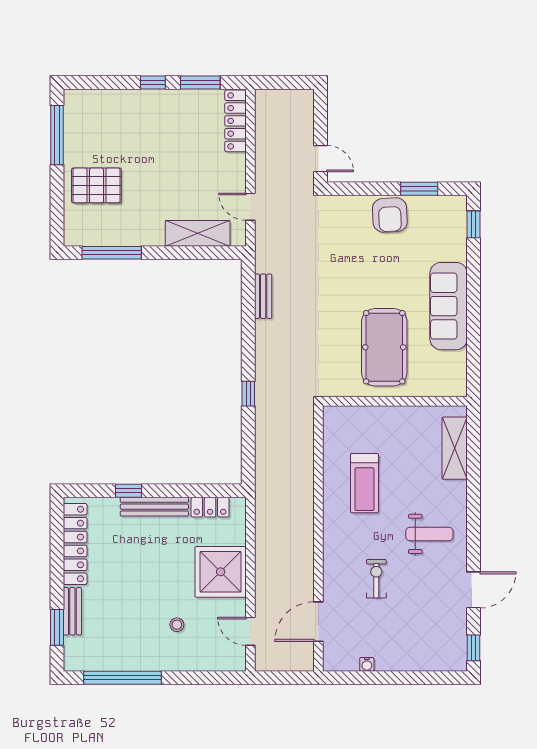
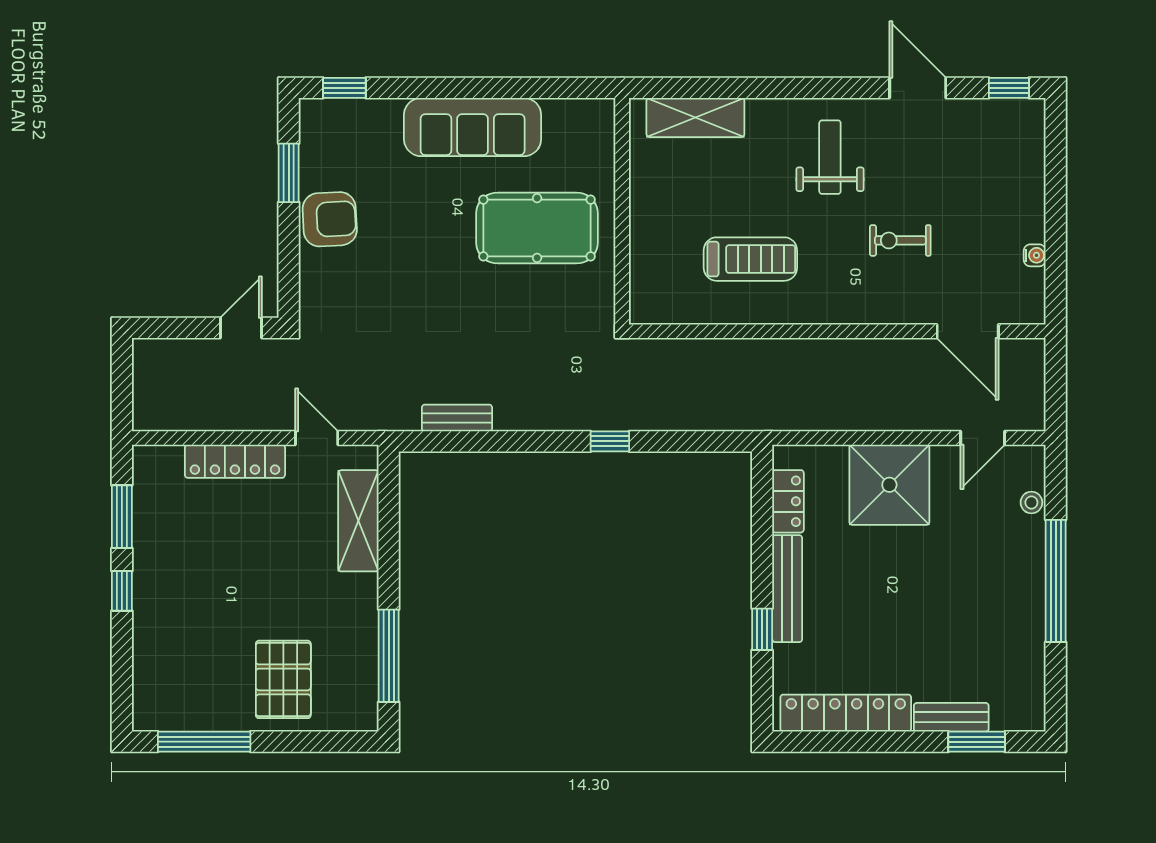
locker: (236, 121) -> (235, 461), moved
door: (250, 207) -> (317, 438), swing flipped
stool: (177, 625) -> (1031, 502), moved
window: (123, 678) -> (1056, 581), moved

